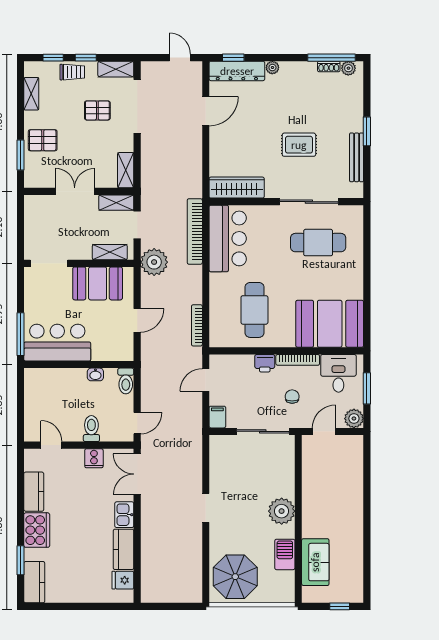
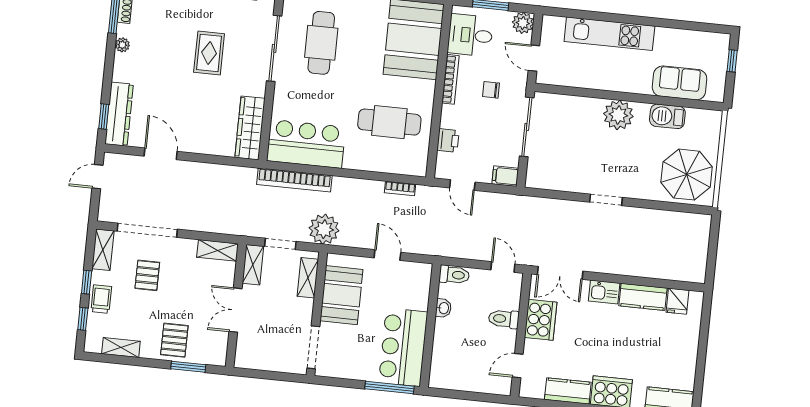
plant: (272, 68) -> (122, 45), moved
bookcase: (197, 325) -> (400, 188), width x0.64
printer: (265, 363) -> (448, 140), moved
cooker: (94, 458) -> (541, 320), width x1.87, depth x1.31
kitchen unit: (352, 496) -> (609, 34), added

